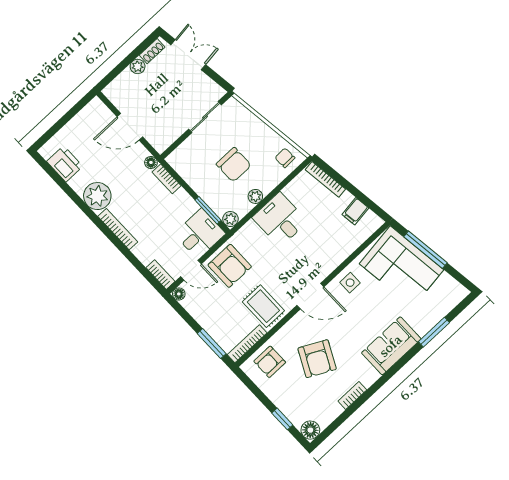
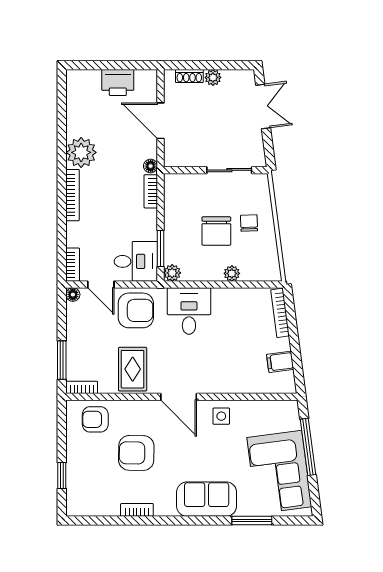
shoe rack: (152, 51) -> (189, 76), moved
chair: (285, 158) -> (249, 223), moved
printer: (65, 164) -> (118, 83), moved, turned 90
plant: (255, 196) -> (232, 273), moved
desk: (280, 220) -> (189, 311), moved
armchair: (230, 266) -> (136, 310), turned -90
corner sofa: (401, 267) -> (279, 472), moved
bookcase: (247, 344) -> (82, 387), width x0.64
armchair: (317, 359) -> (136, 453), turned 64
floor lamp: (310, 430) -> (76, 506), removed

